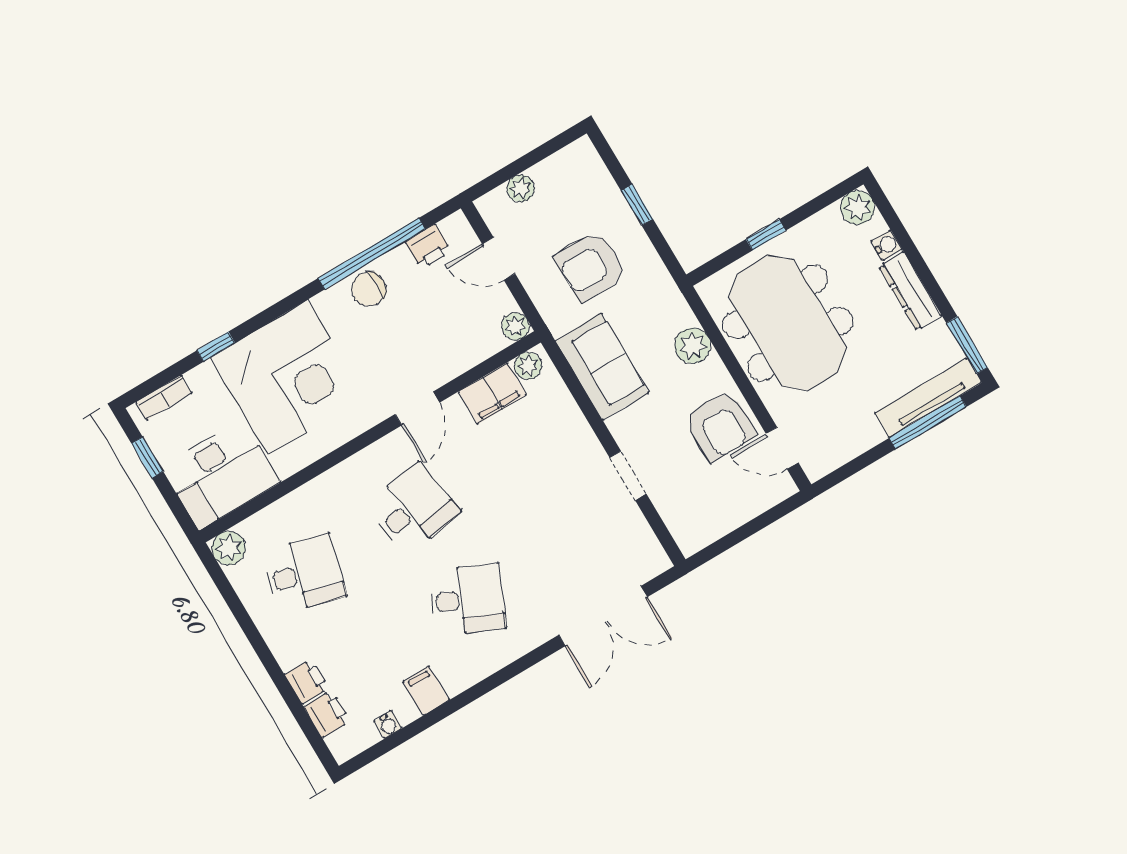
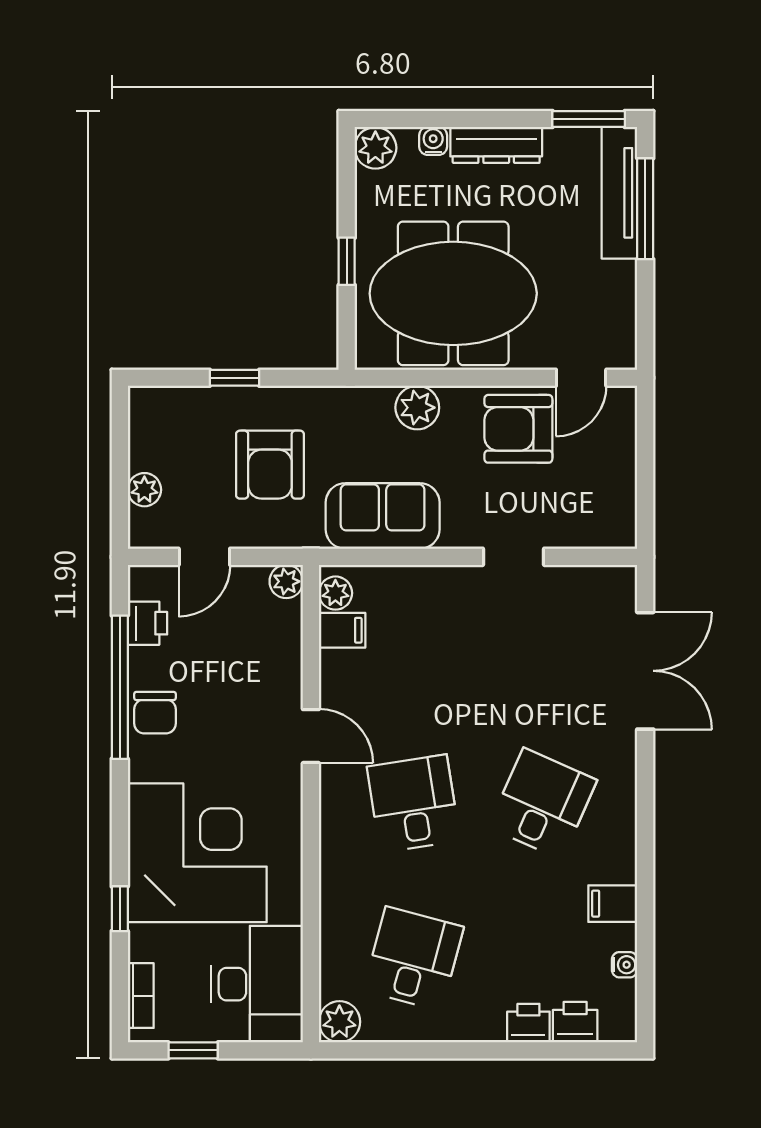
filing cabinet: (492, 393) -> (342, 630), width x0.50
armchair: (720, 426) -> (518, 429), turned 180

